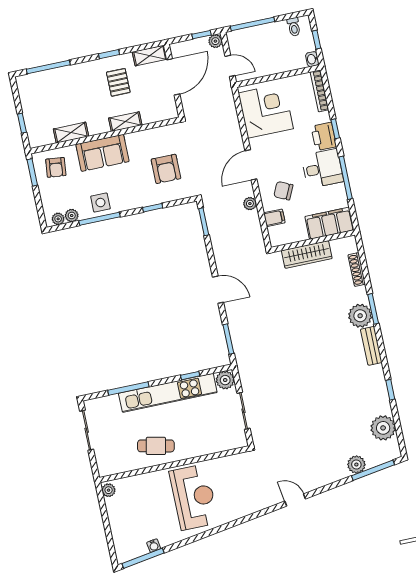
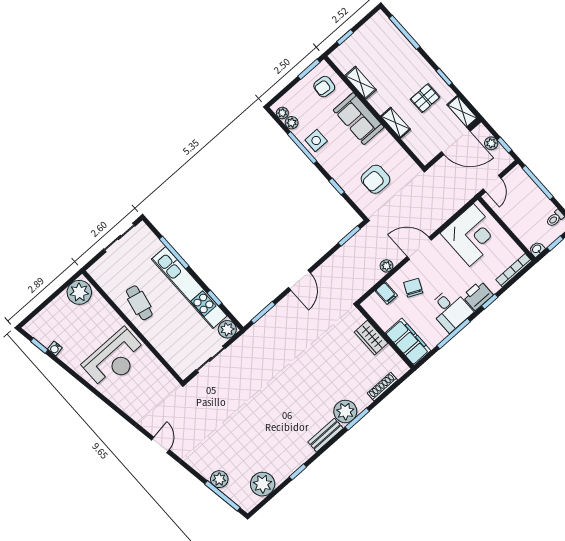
plant: (215, 41) -> (491, 143), moved
wardrobe: (307, 254) -> (371, 338), width x0.67
plant: (109, 490) -> (79, 292), width x1.87, depth x1.87
window: (143, 558) -> (39, 346), width x0.46

